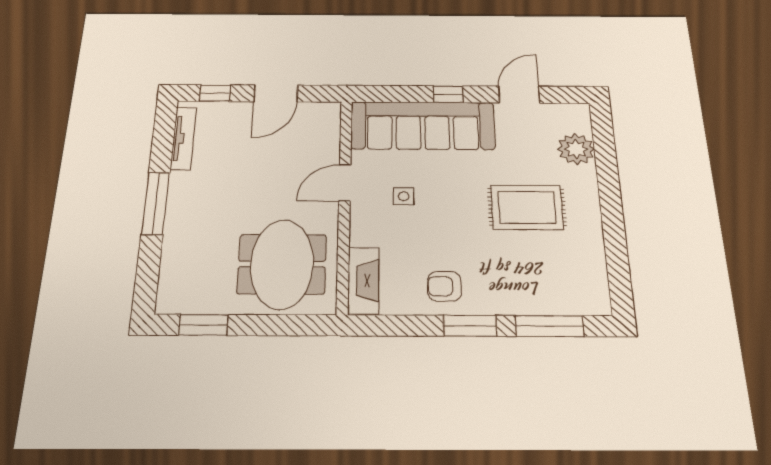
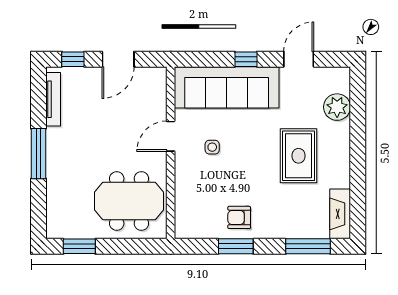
rug: (527, 207) -> (299, 156), turned 90
meeting table: (282, 264) -> (129, 201), turned 90
fireplace: (363, 281) -> (340, 214), moved, turned 180
window: (470, 326) -> (236, 246), moved

